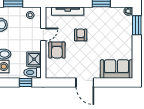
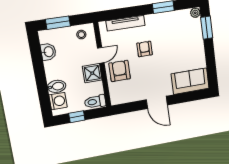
armchair: (57, 50) -> (120, 71), turned 180
shower: (34, 59) -> (92, 73), moved
window: (26, 82) -> (77, 117), moved

